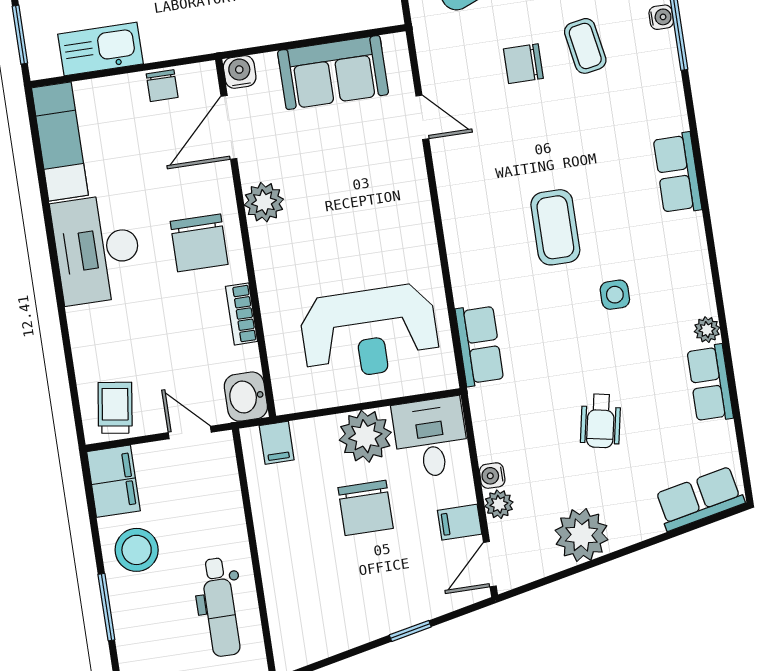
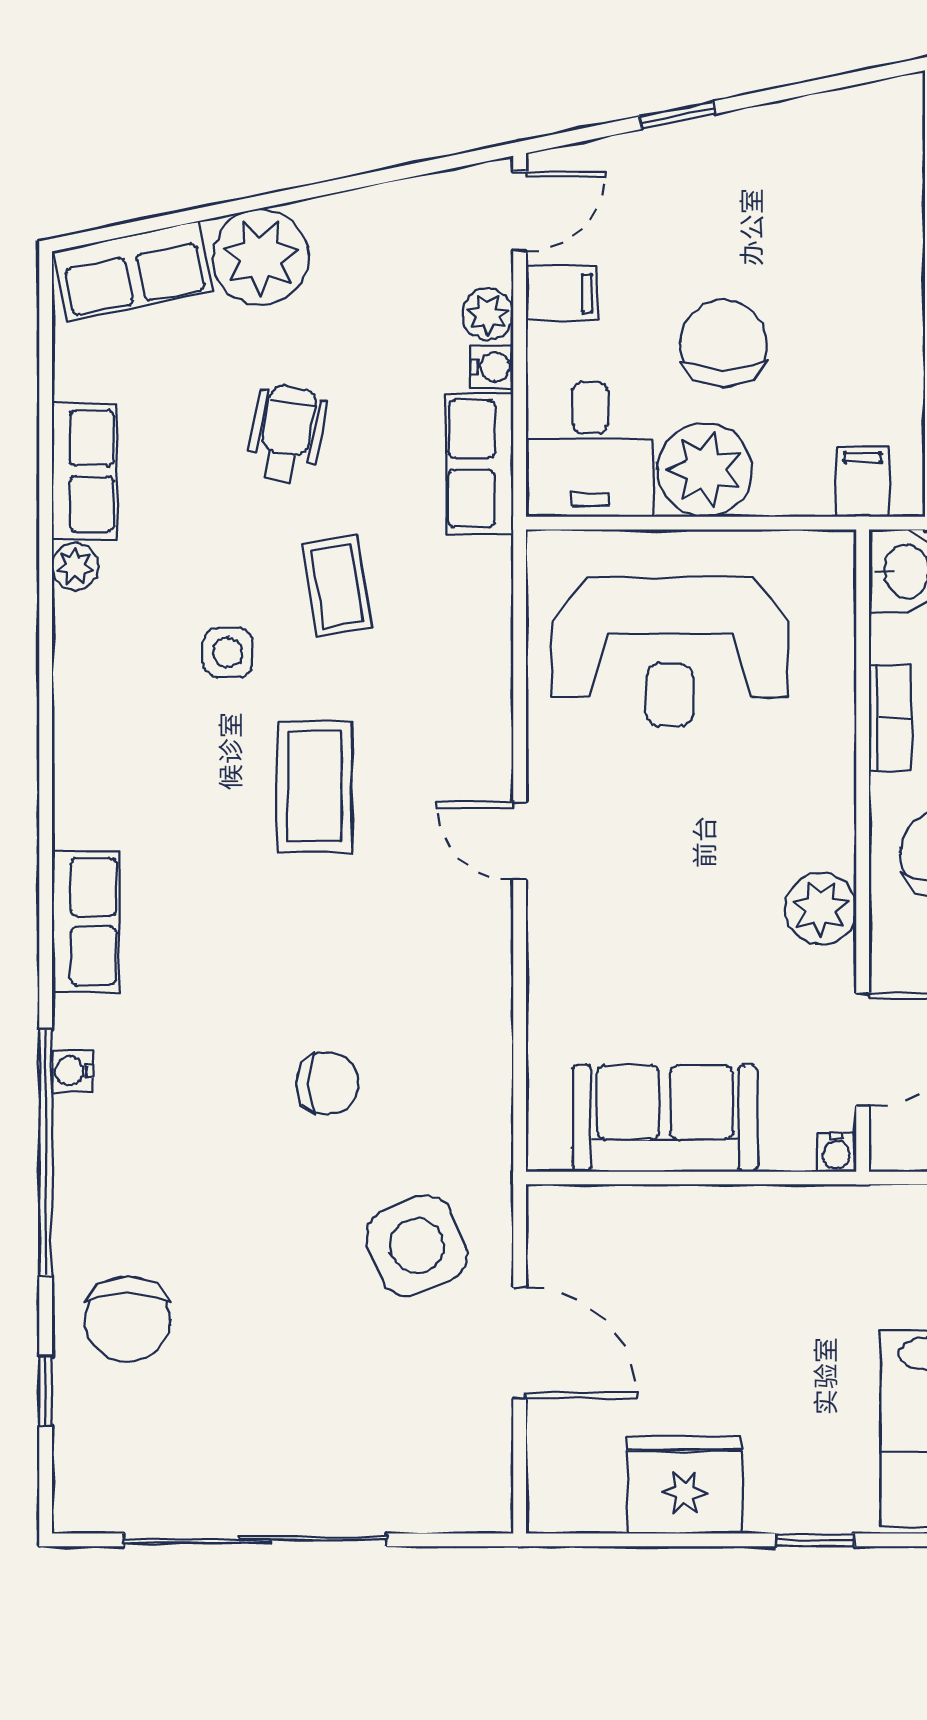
water cooler: (661, 17) -> (73, 1071), moved
coffee table: (585, 46) -> (337, 586), moved
water cooler: (240, 72) -> (837, 1152), width x0.72, depth x0.72
door: (422, 117) -> (520, 841), moved
row of seats: (677, 173) -> (86, 922), moved
reception desk: (369, 332) -> (670, 652), turned 180
row of seats: (479, 345) -> (480, 464), moved
plant: (581, 535) -> (261, 257), moved

